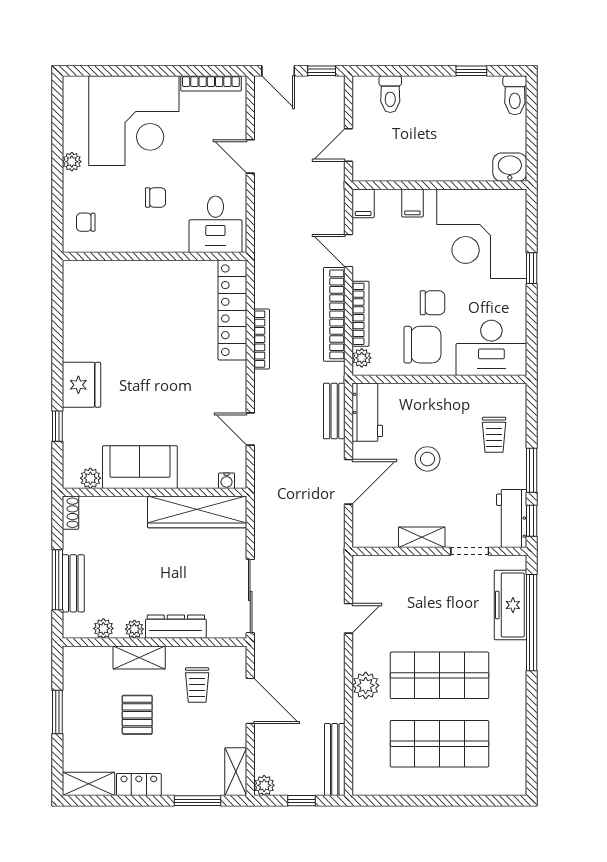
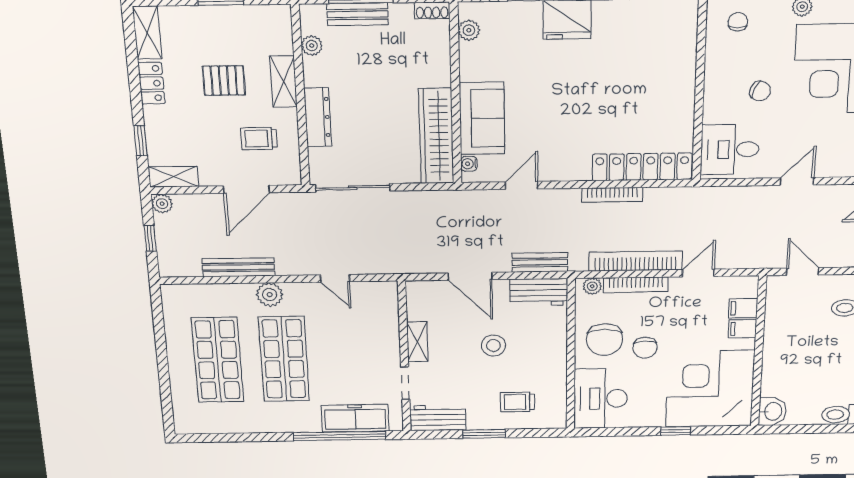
chair: (156, 197) -> (760, 91), turned -66
filing cabinet: (363, 203) -> (743, 308), moved
sofa: (140, 467) -> (482, 118), moved
window: (532, 521) -> (436, 435), removed
plant: (134, 629) -> (313, 76), removed
bench: (335, 760) -> (238, 267), moved
window: (198, 801) -> (140, 141), width x0.67

